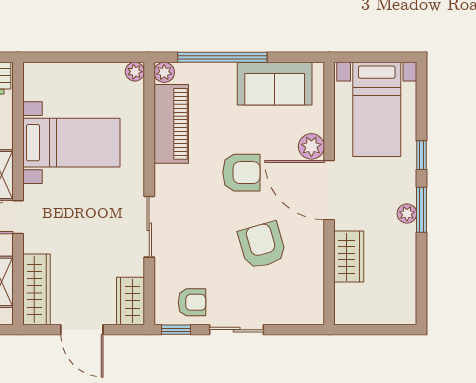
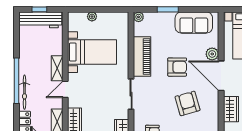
window: (222, 57) -> (168, 9), width x0.47
plant: (135, 72) -> (92, 17), moved
piano: (171, 124) -> (142, 57), moved

